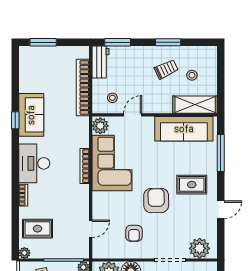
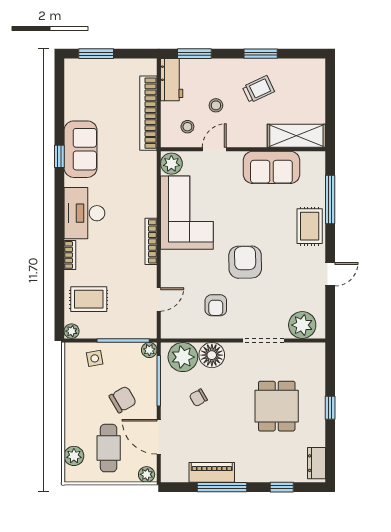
stool: (192, 75) -> (216, 105), moved
sofa: (184, 129) -> (271, 167), width x0.73
bookcase: (85, 166) -> (151, 241), moved
rug: (192, 185) -> (310, 226), moved, turned 90

